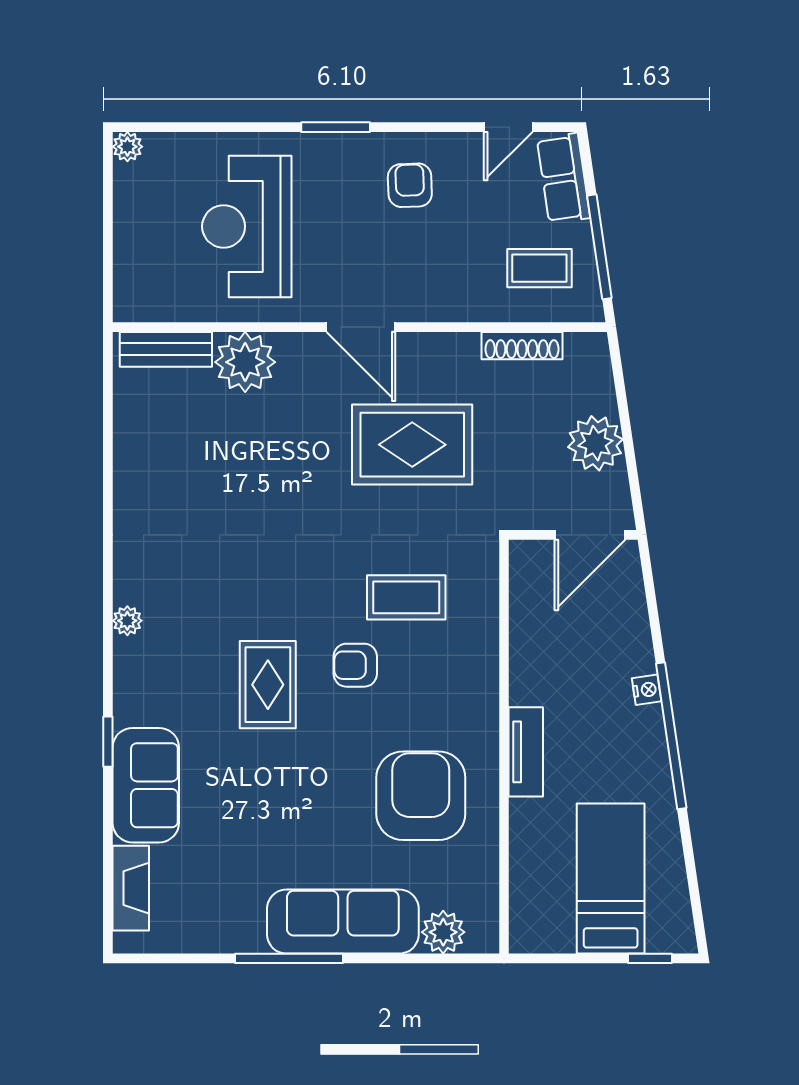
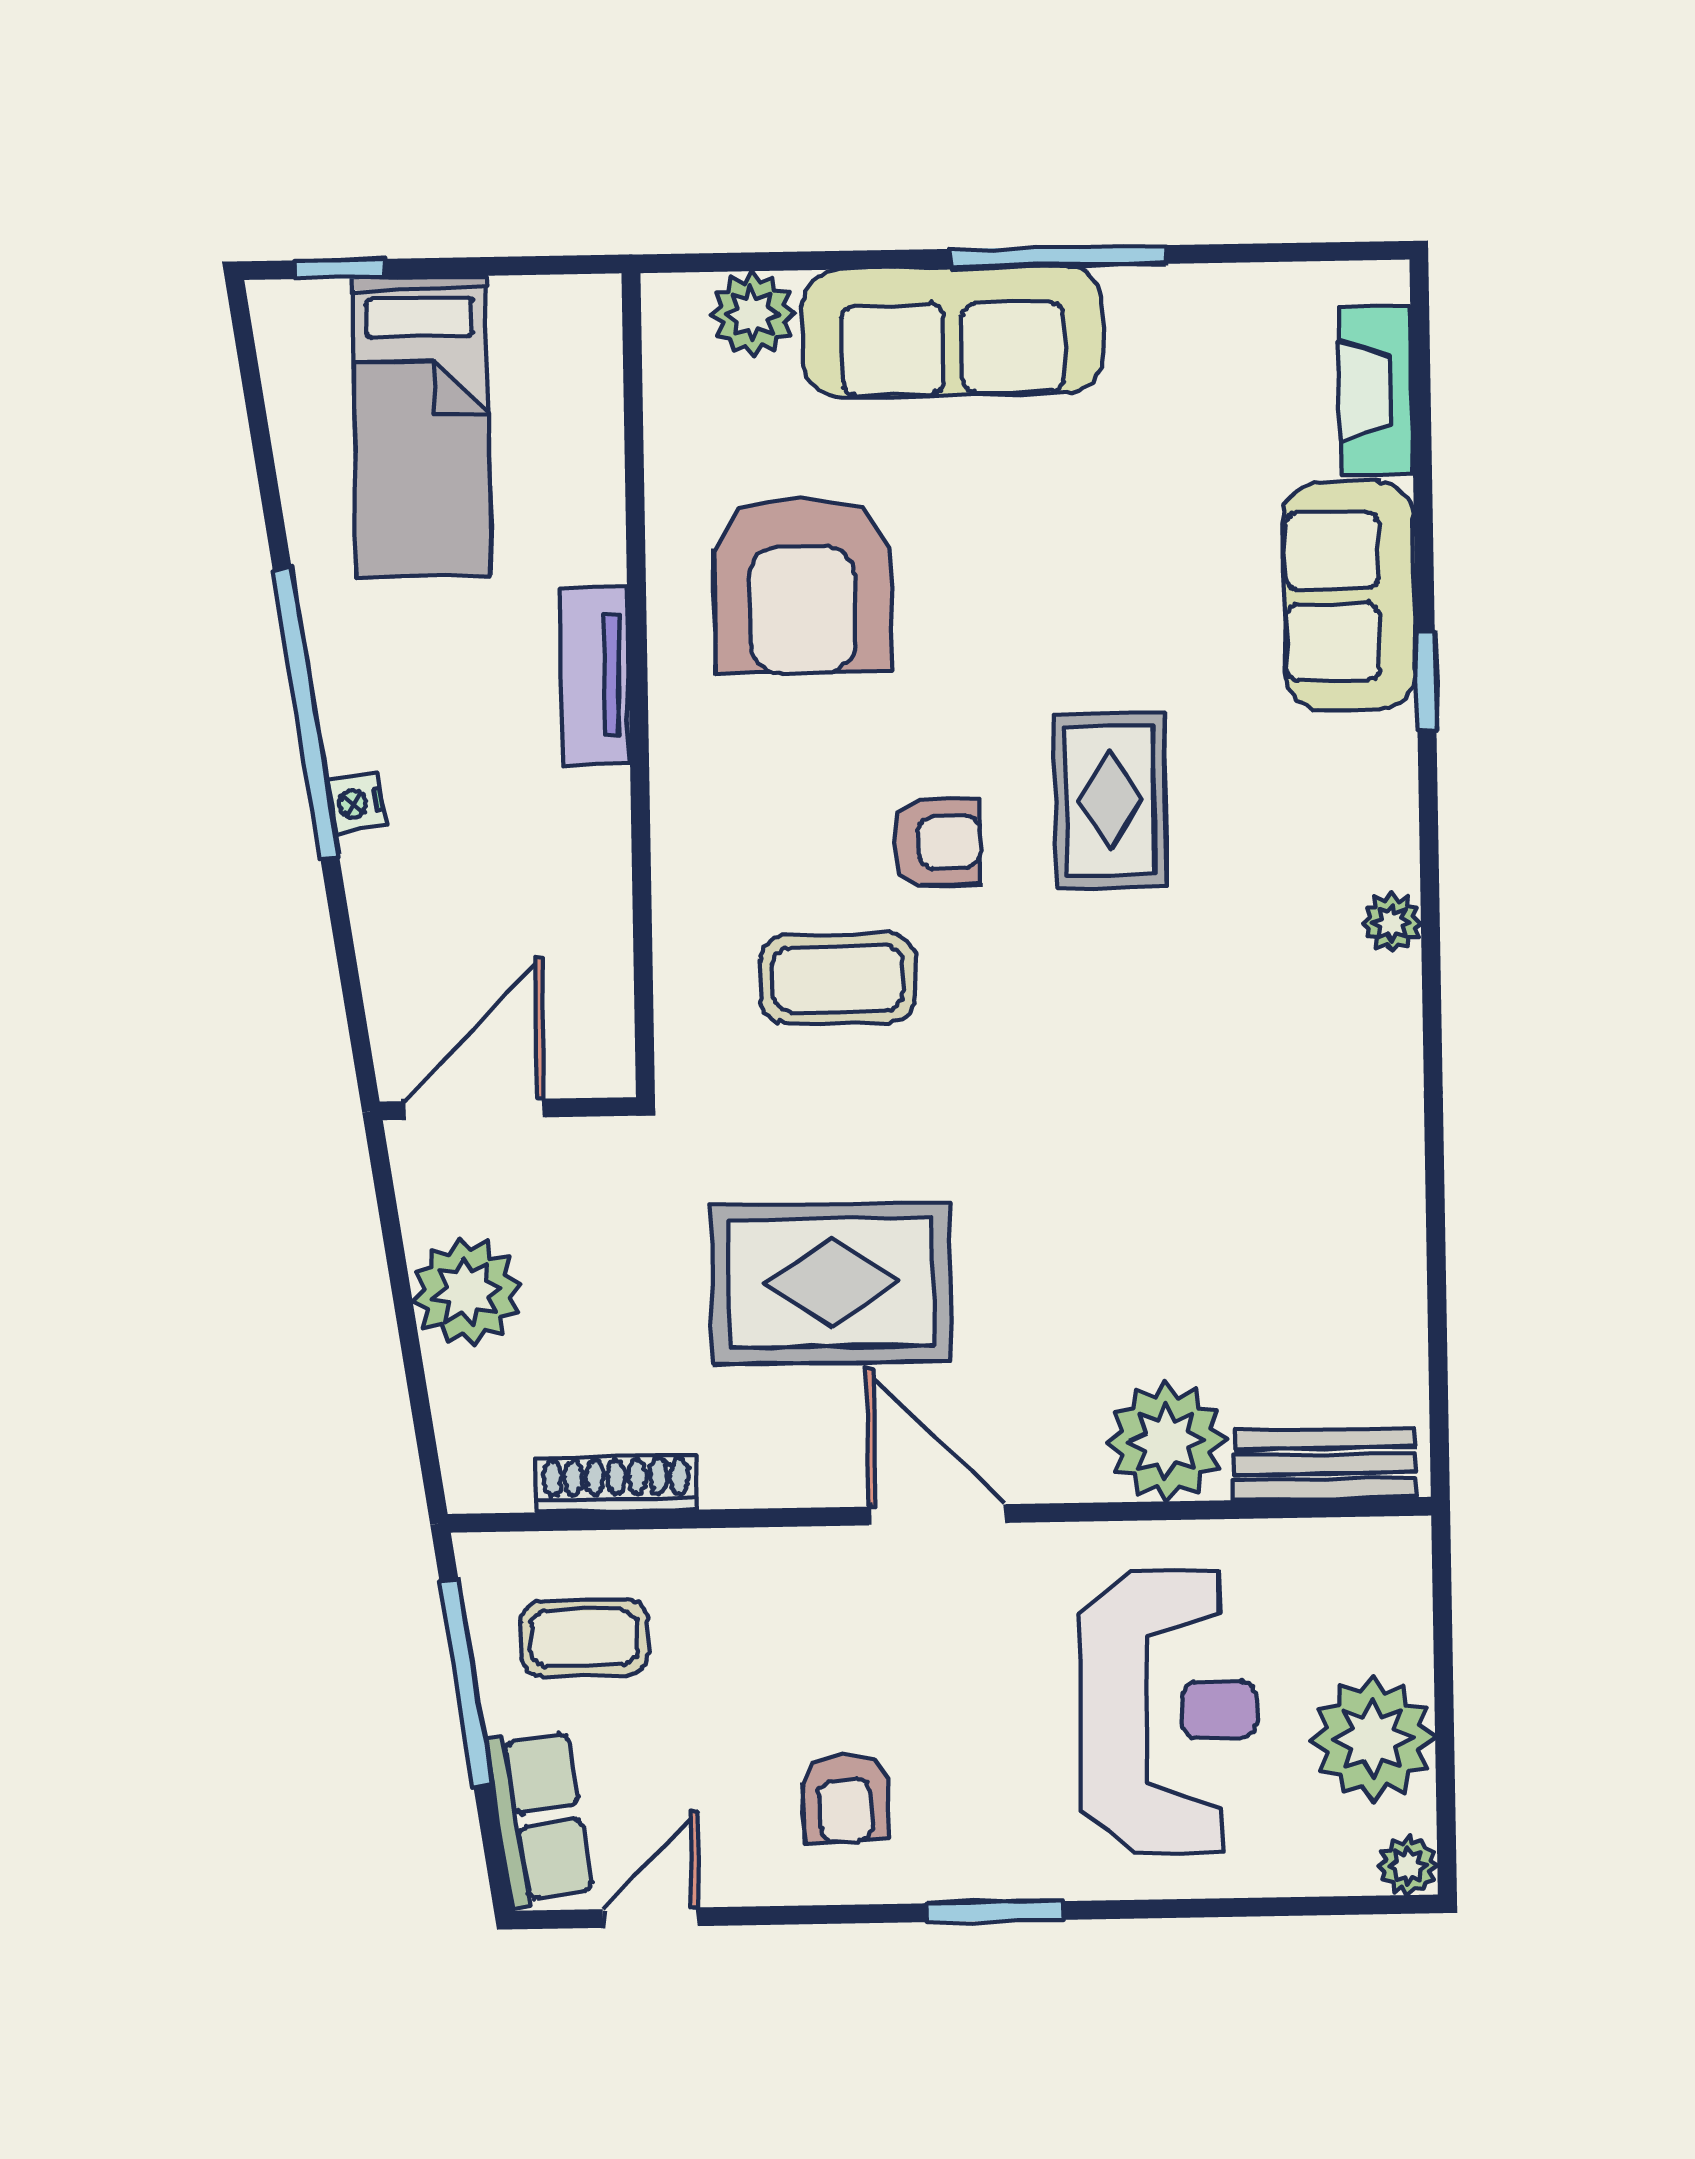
plant: (144, 211) -> (1373, 1739), added

